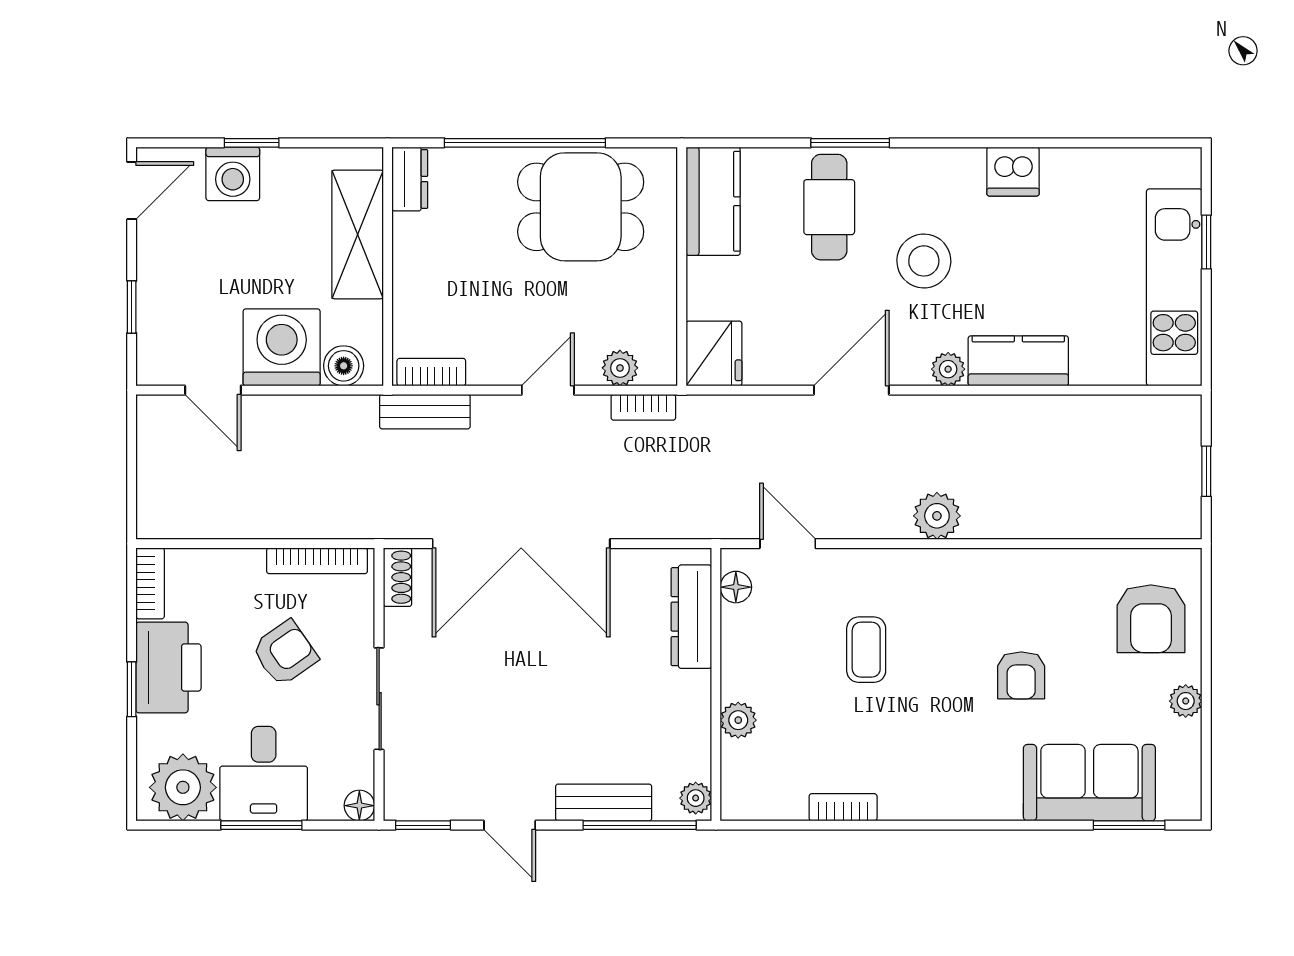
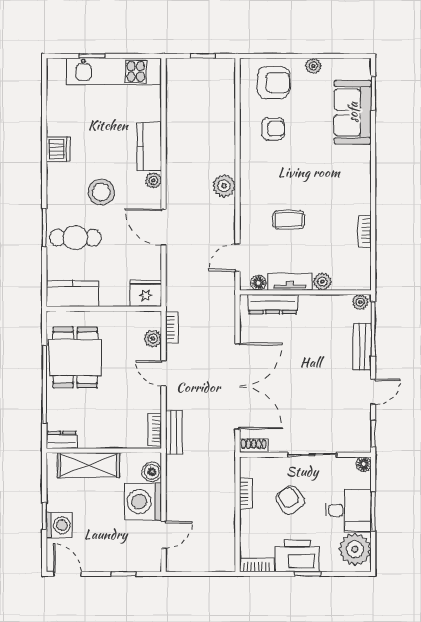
bookcase: (317, 561) -> (246, 493), width x0.64
tv unit: (738, 652) -> (290, 282), added
armchair: (1021, 675) -> (273, 129), moved

